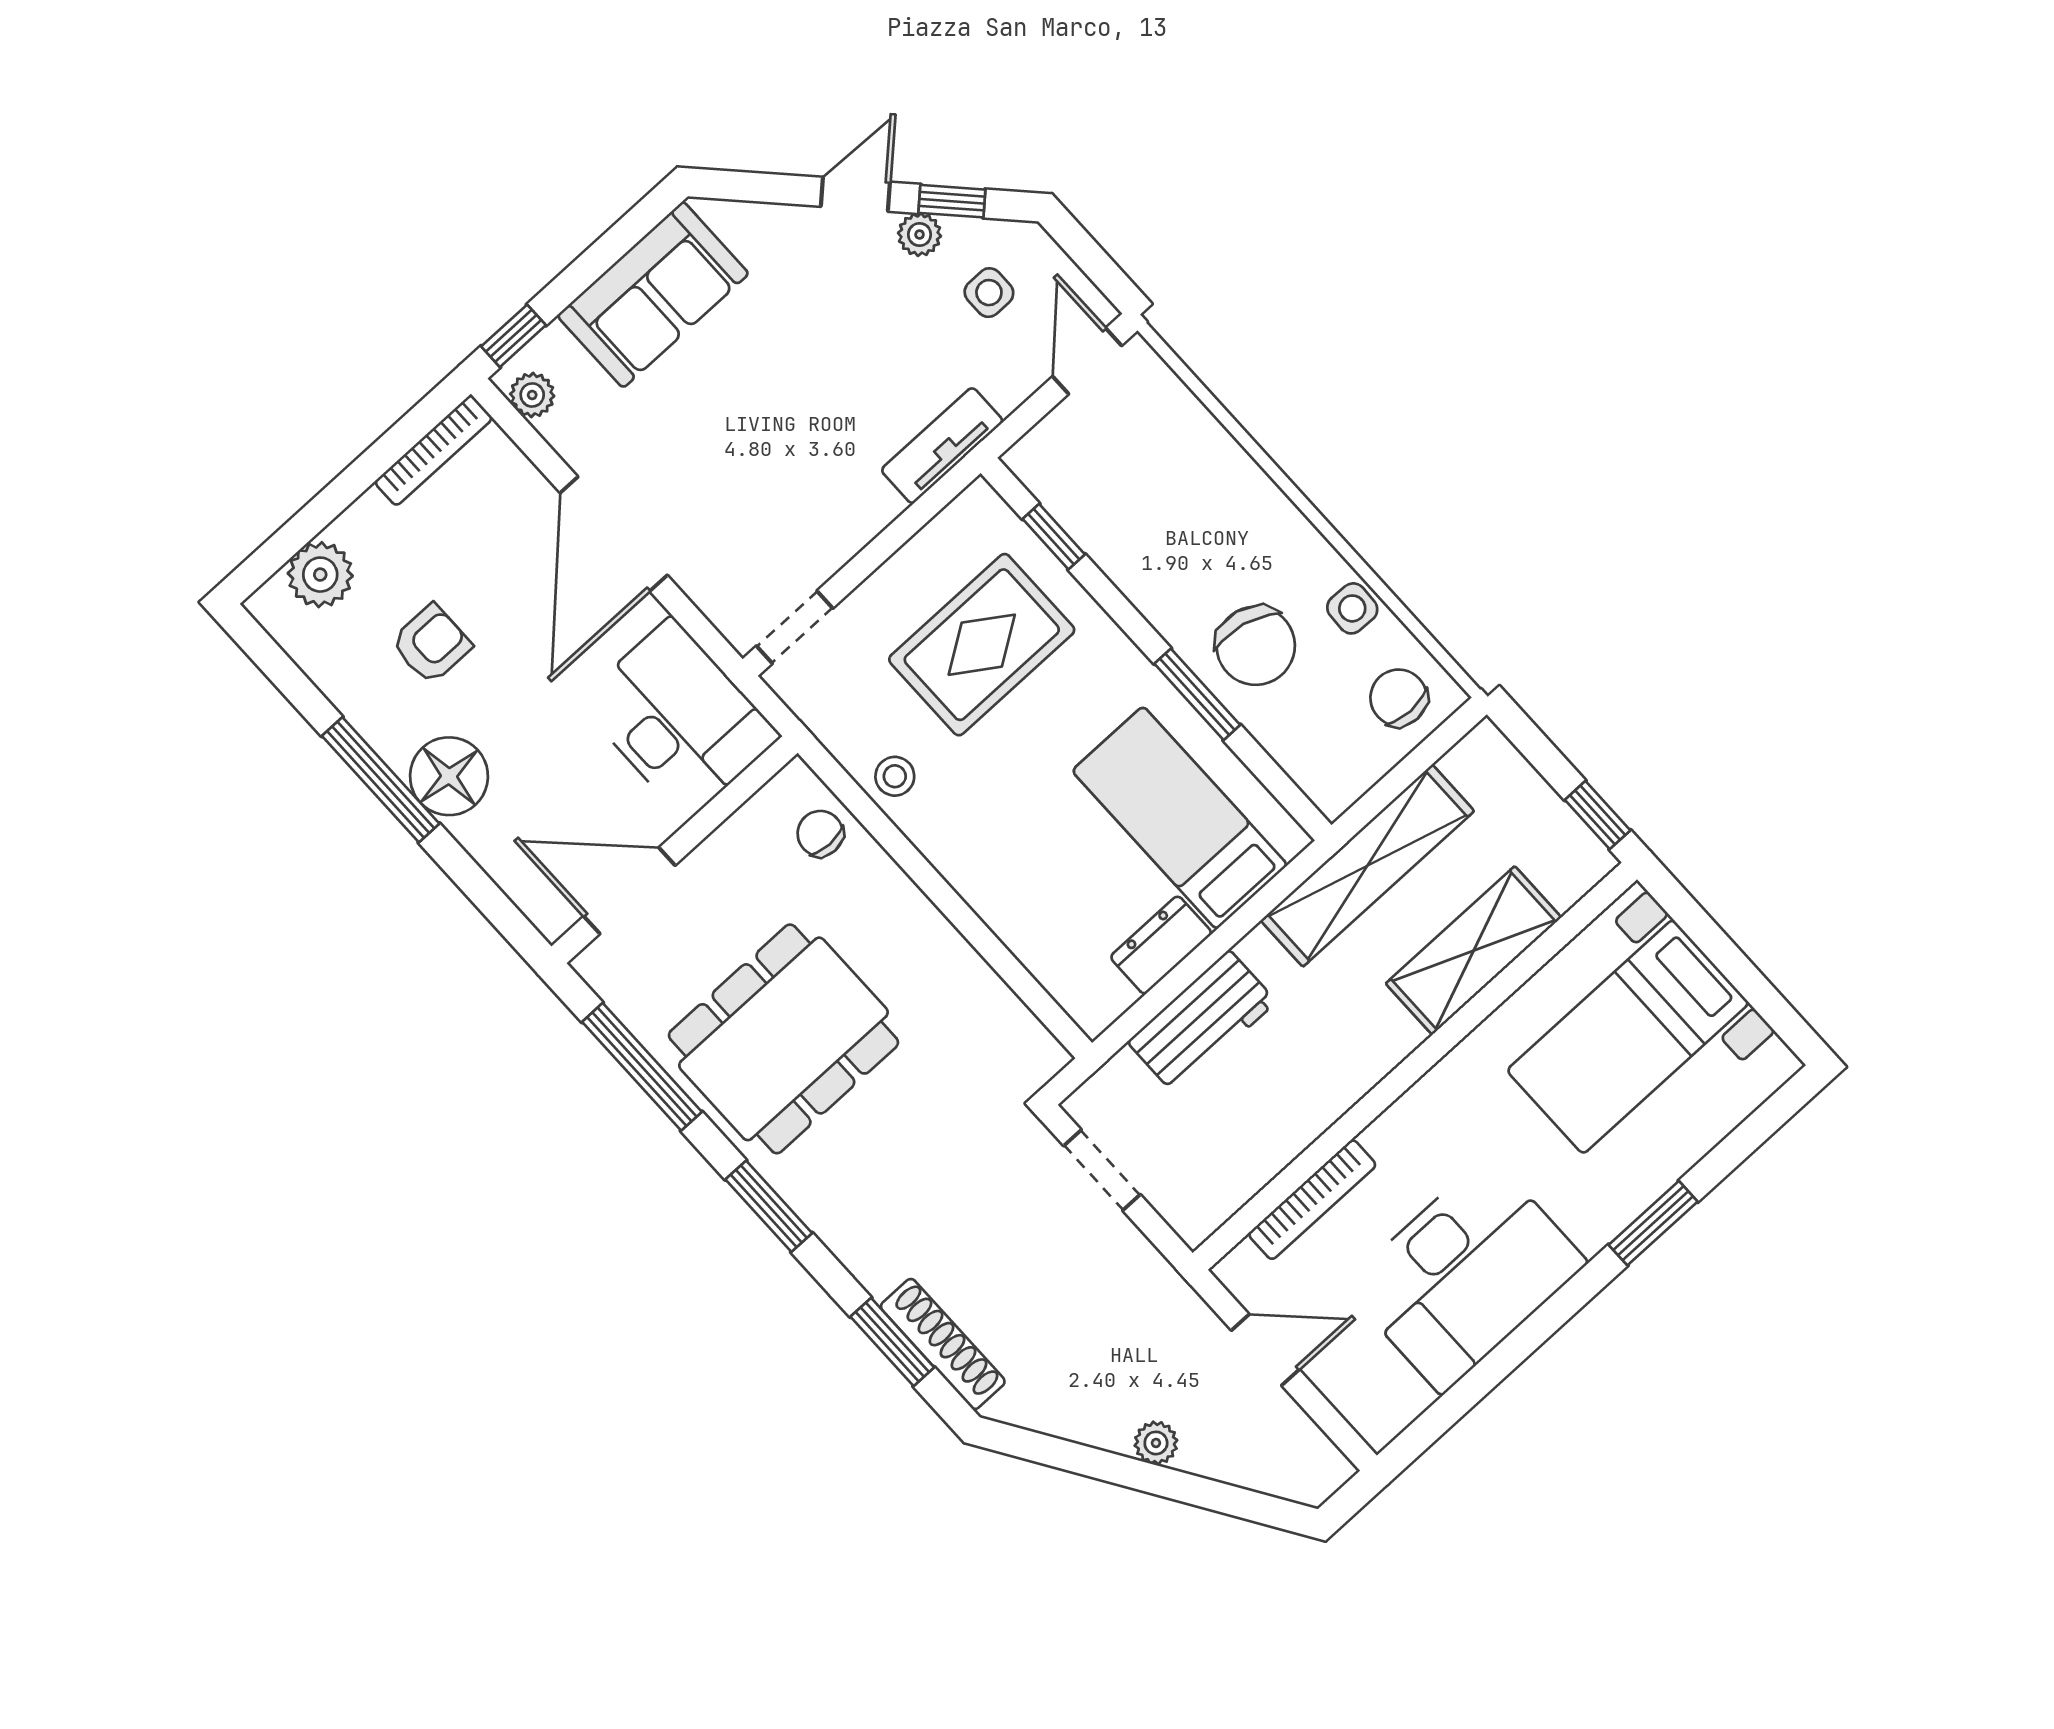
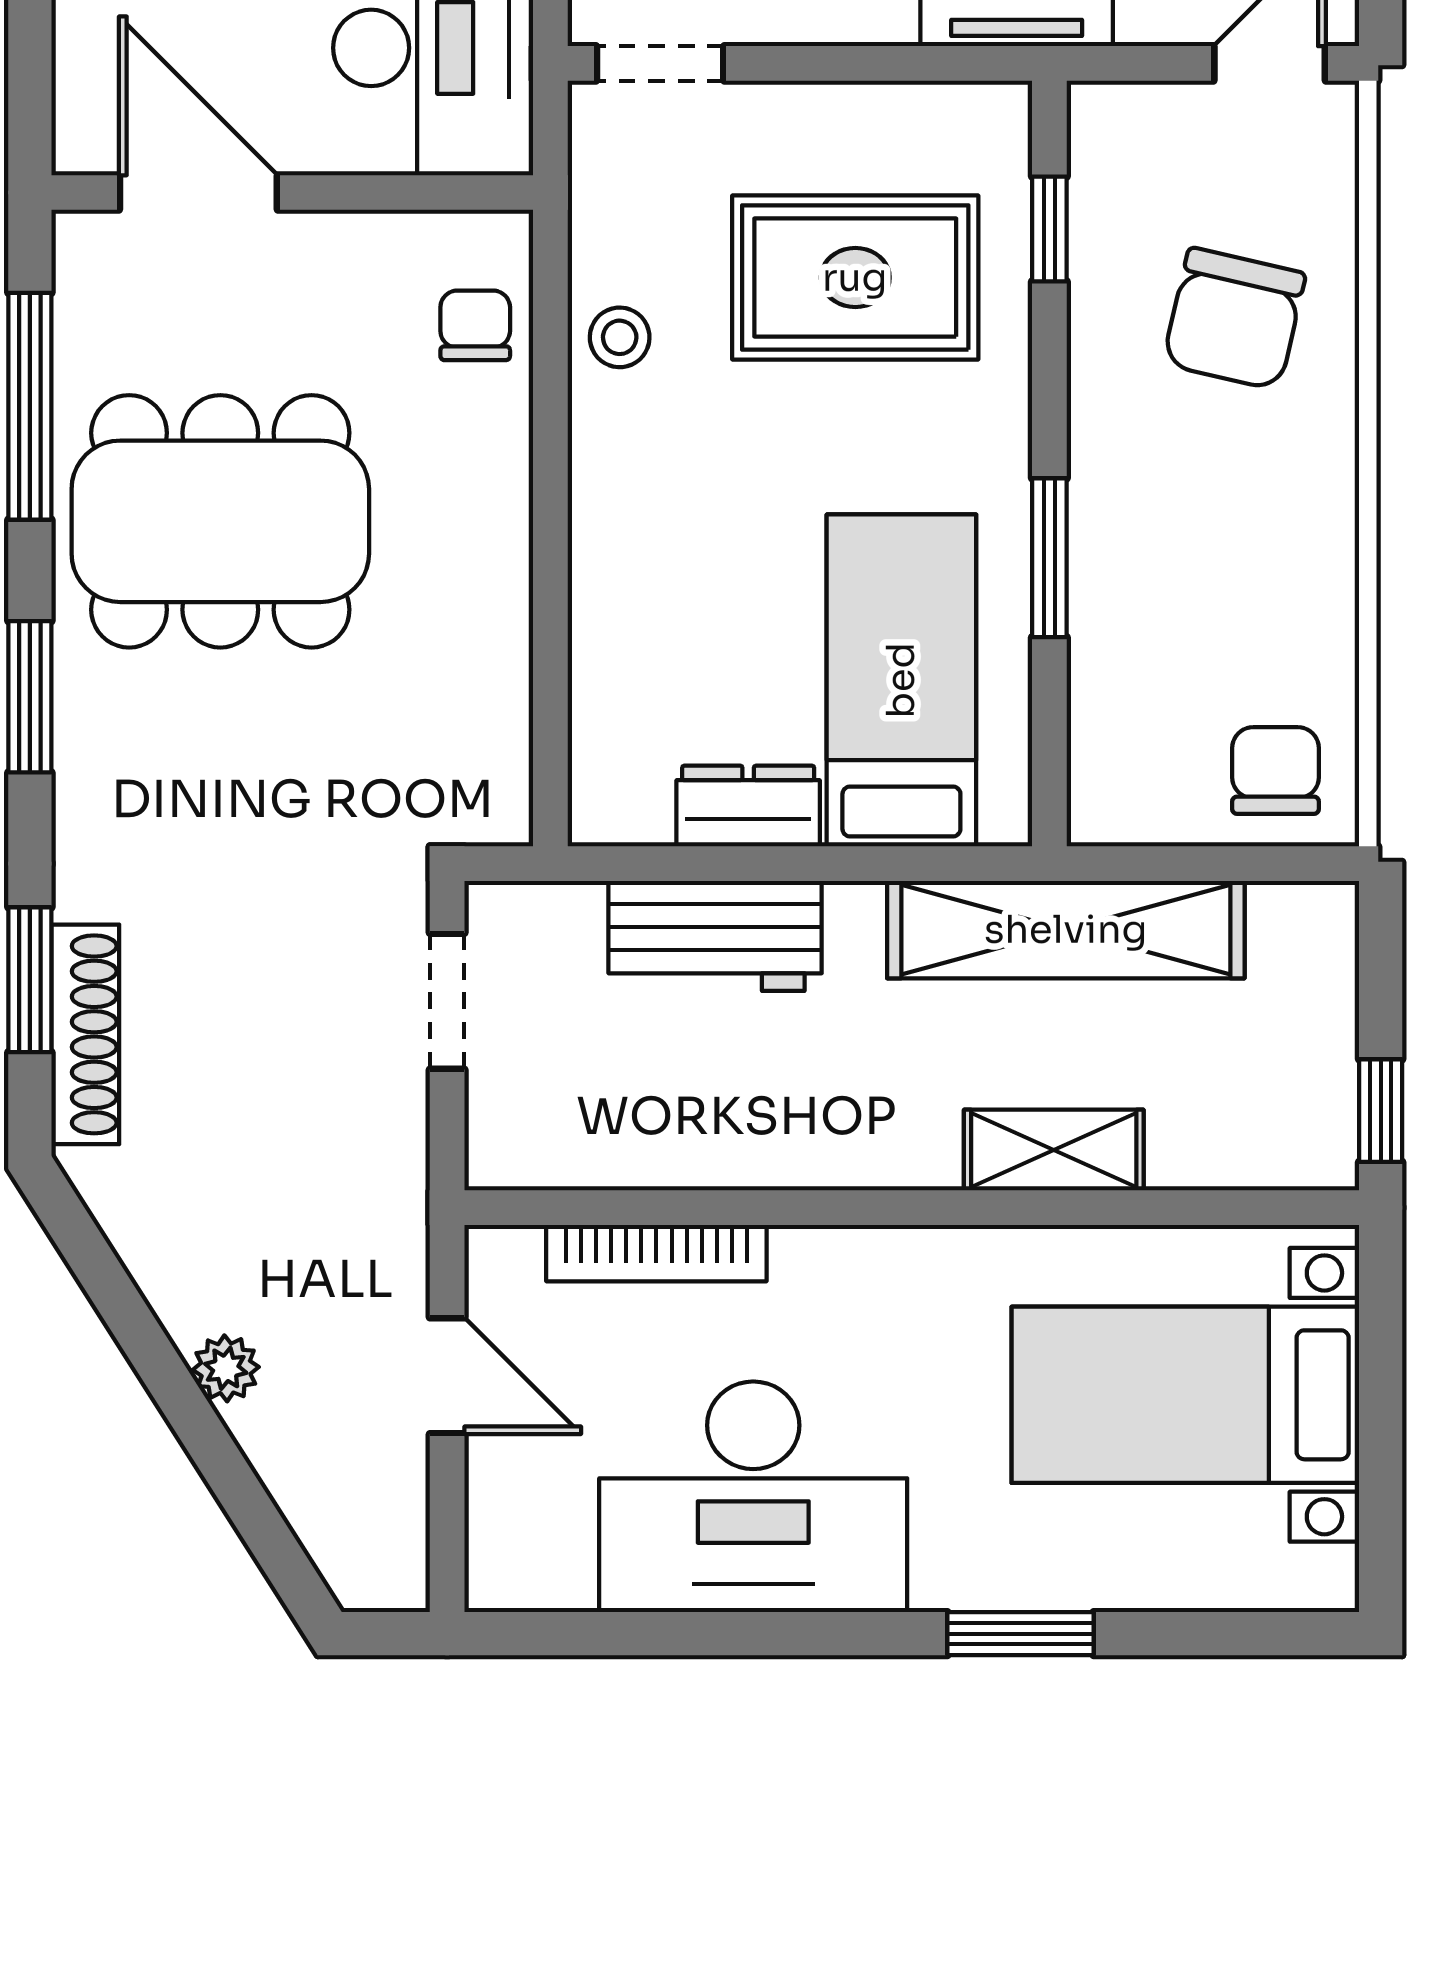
side table: (1352, 608) -> (1315, 621), removed
chair: (1256, 646) -> (1234, 319), moved
shelving: (1474, 951) -> (1054, 1150), width x0.67, depth x0.75

